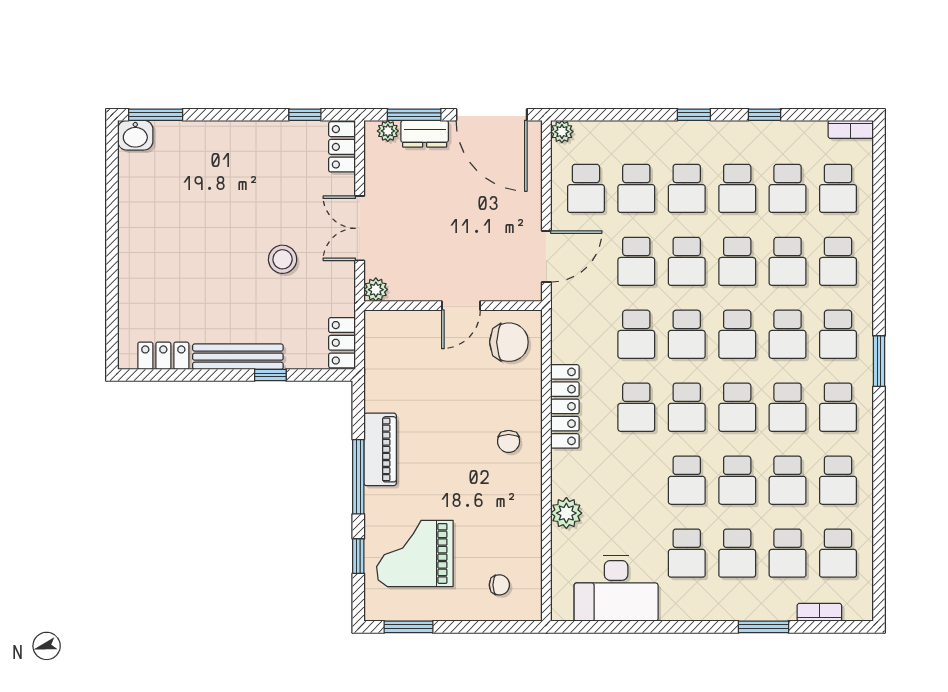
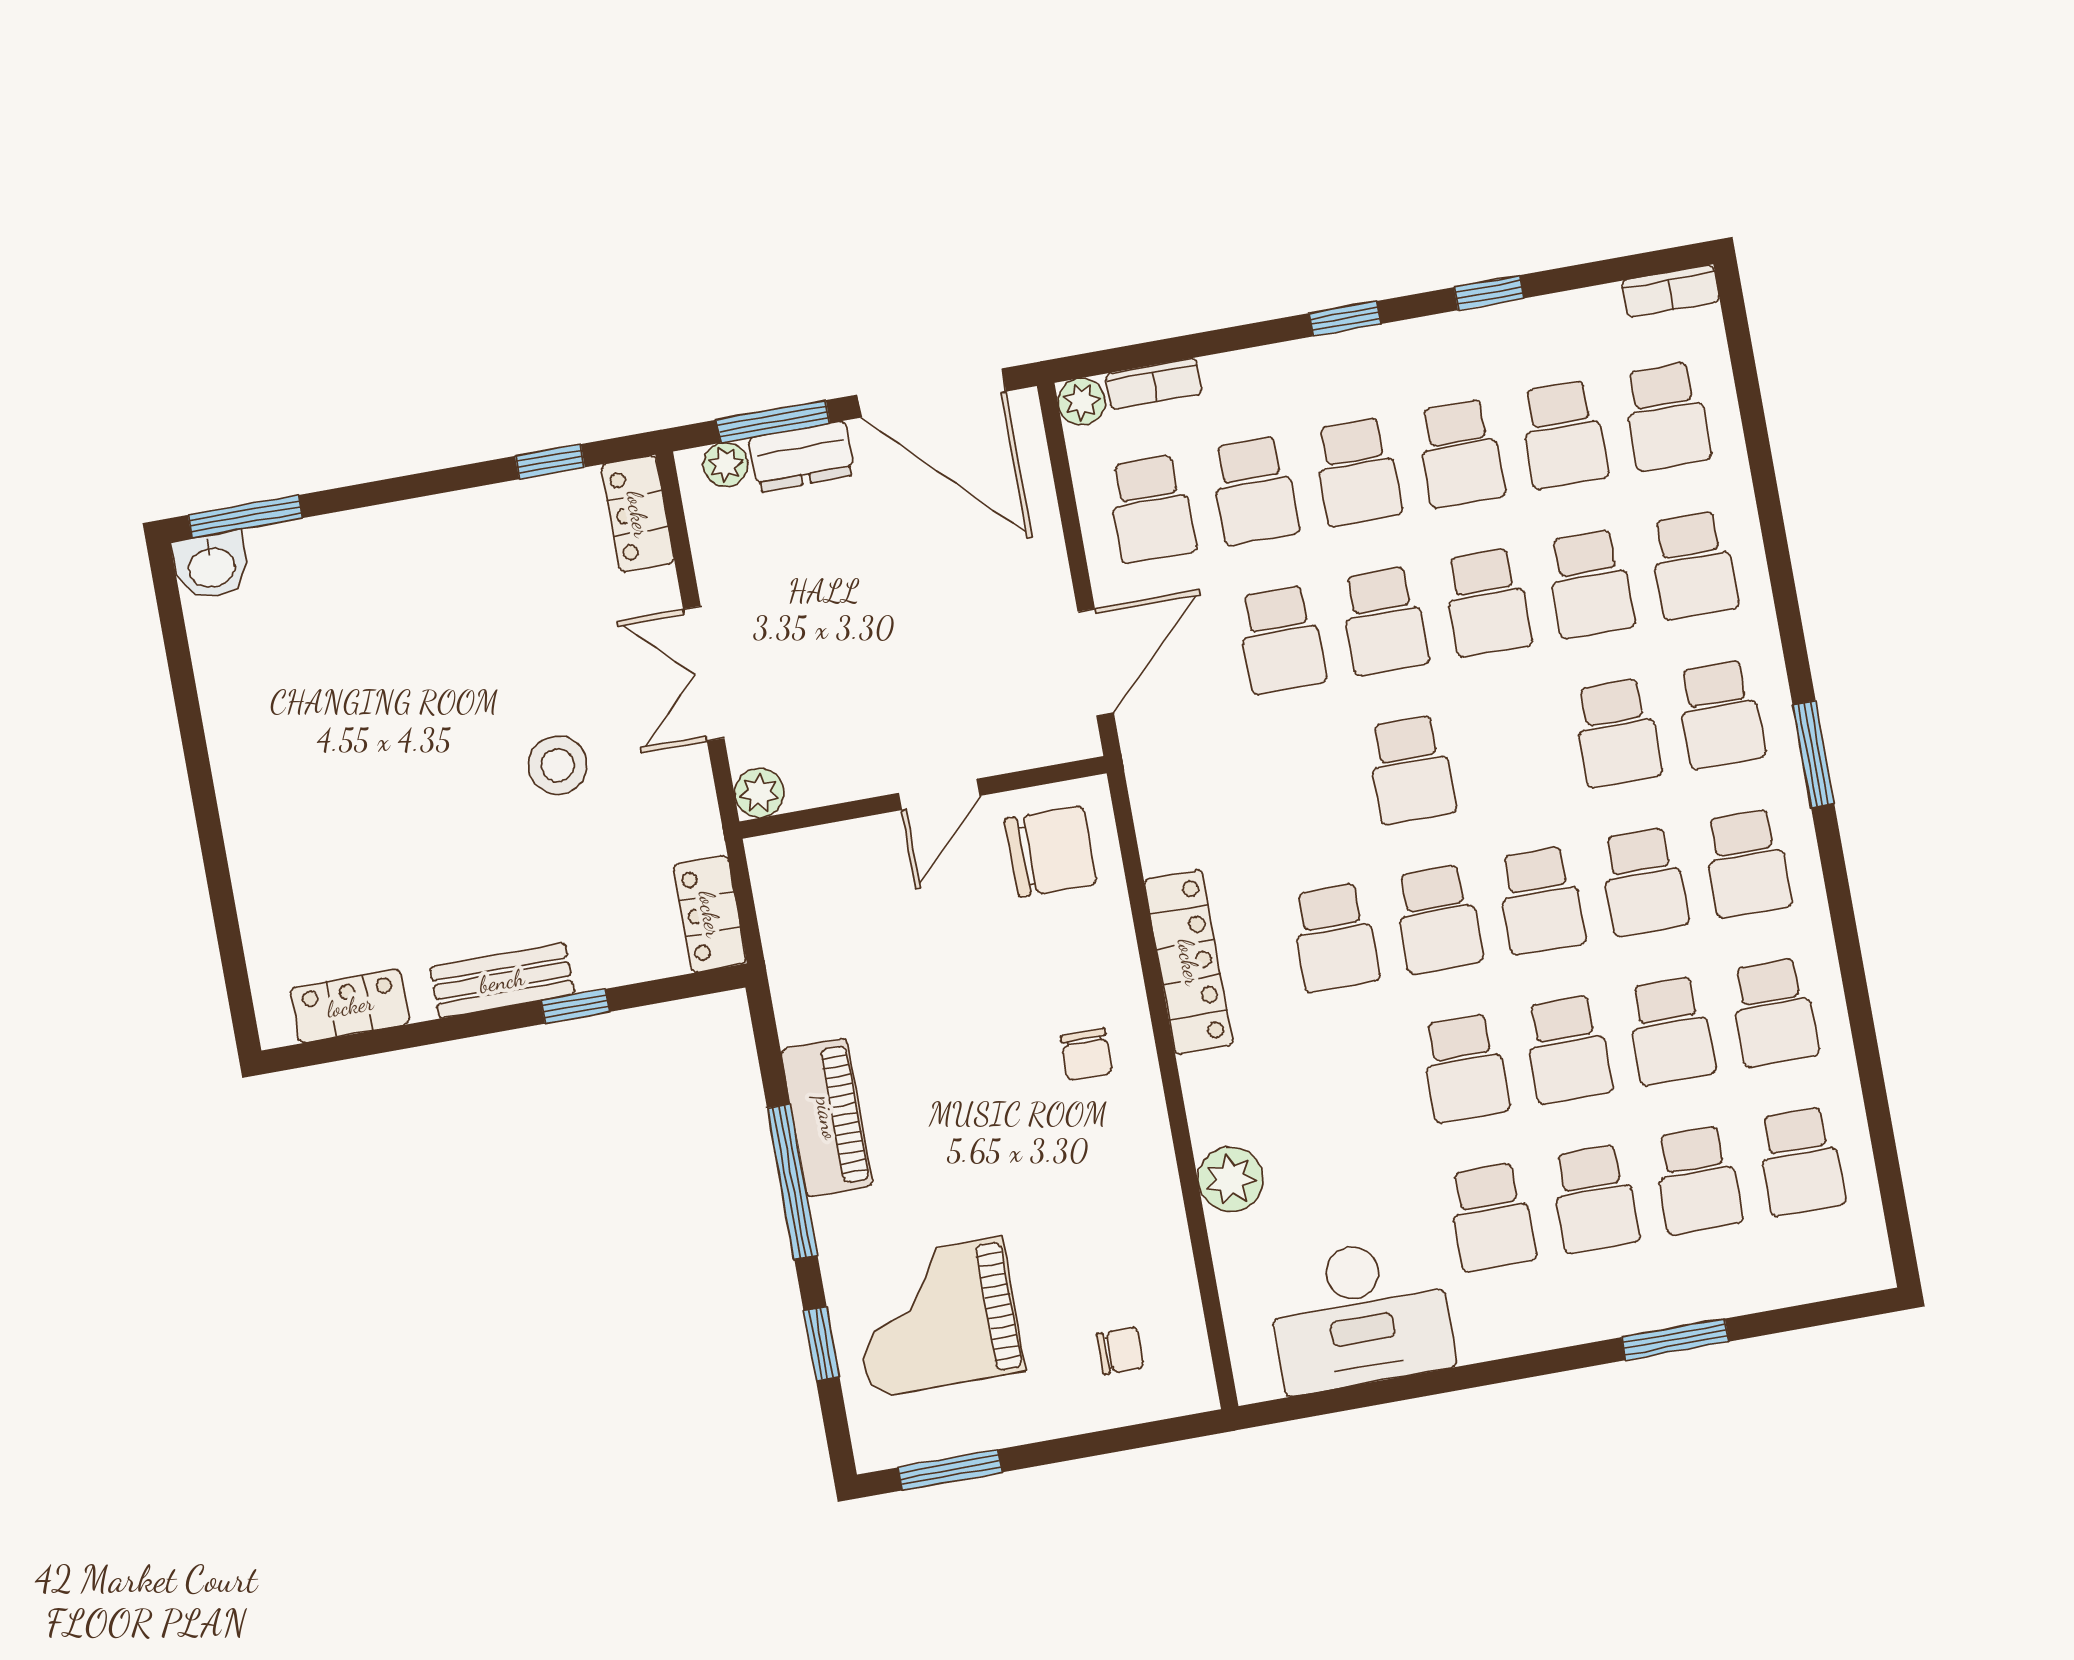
school desk: (636, 334) -> (1308, 788), removed
school desk: (737, 334) -> (1514, 751), removed
bench: (238, 357) -> (502, 981), width x0.73
bookcase: (819, 612) -> (1154, 384), moved, turned 180

